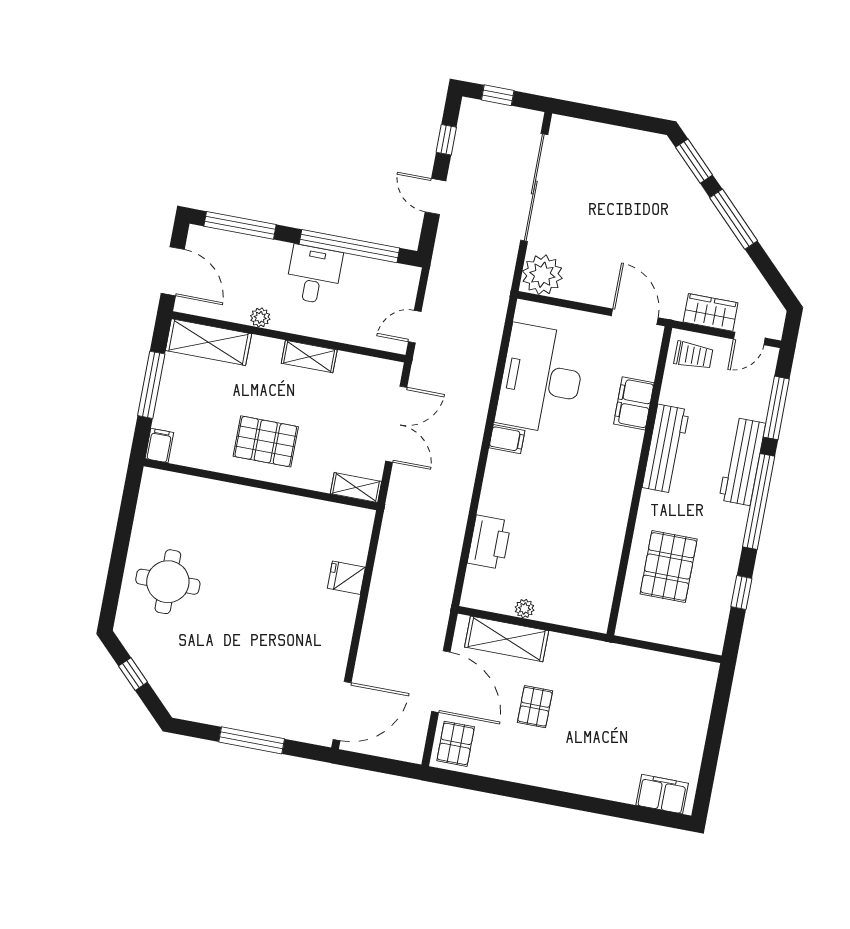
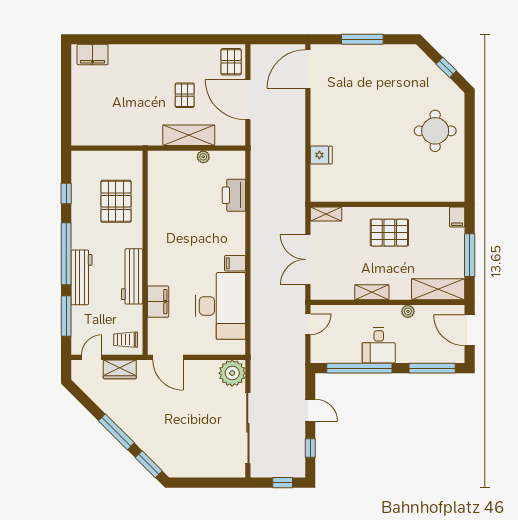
shelving: (507, 639) -> (189, 135), moved

